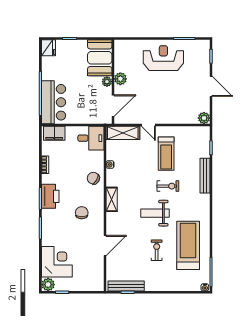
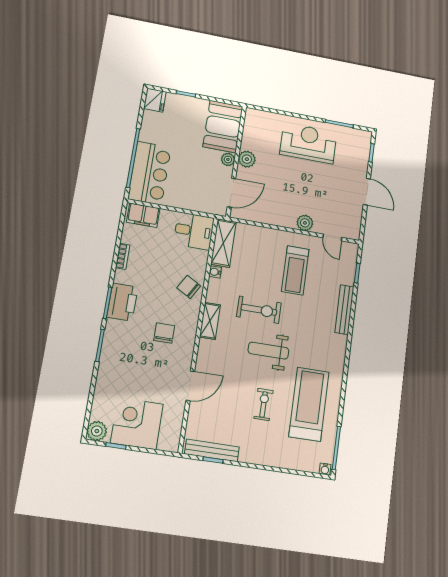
plant: (204, 118) -> (305, 223), moved
door: (148, 125) -> (332, 237), moved
shelving: (123, 133) -> (224, 243), moved, turned 90
exercise bike: (168, 186) -> (259, 310), moved, width x1.38, depth x1.39
corner desk: (57, 262) -> (137, 424), moved, turned -90

